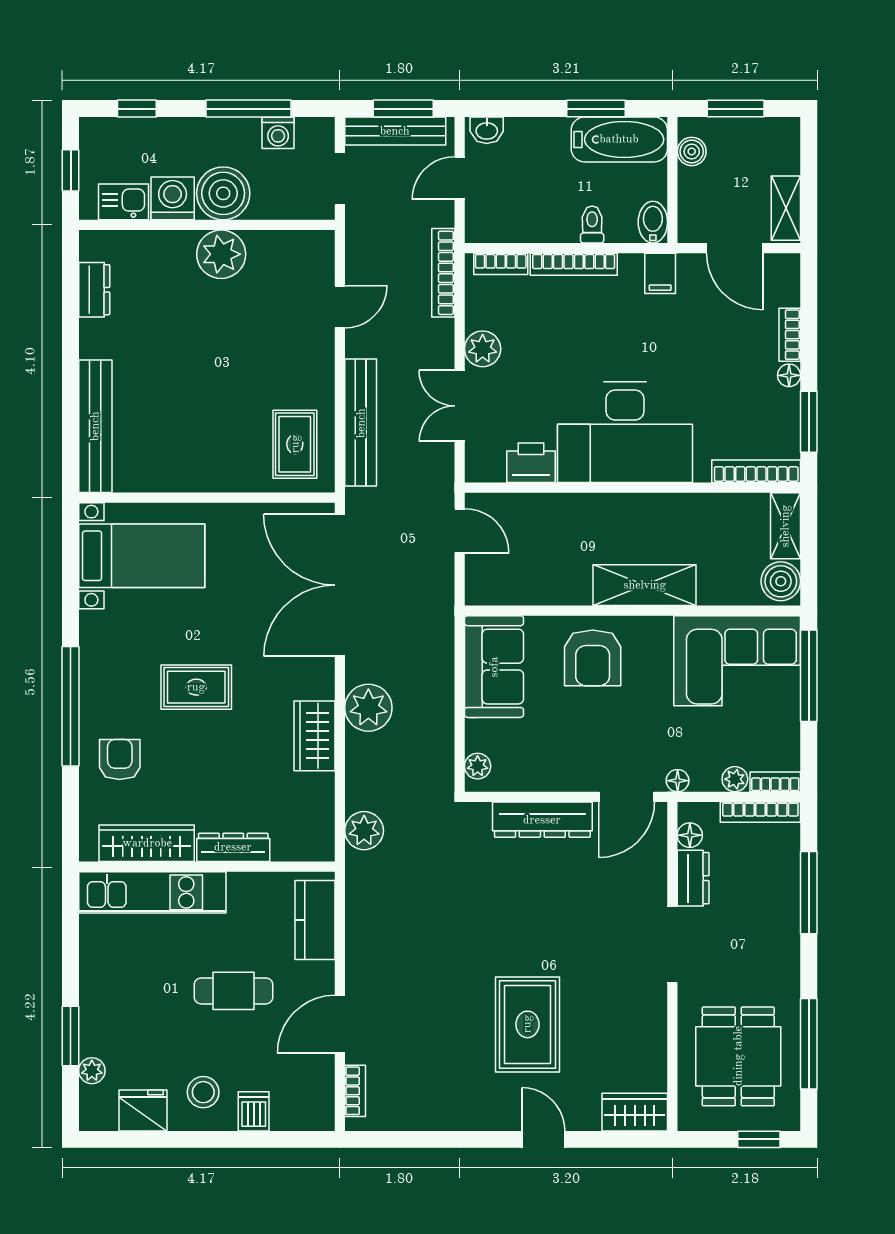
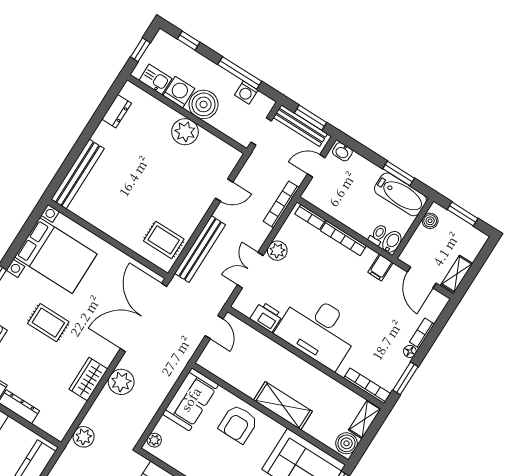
toilet: (592, 224) -> (378, 235), moved
rug: (295, 444) -> (164, 240), turned 90
bed with nightstands: (142, 556) -> (56, 255), width x1.36

